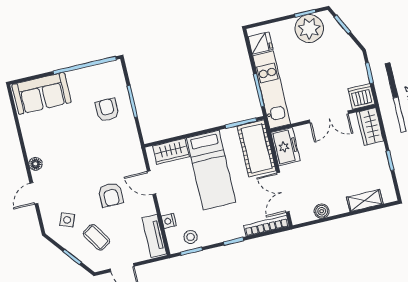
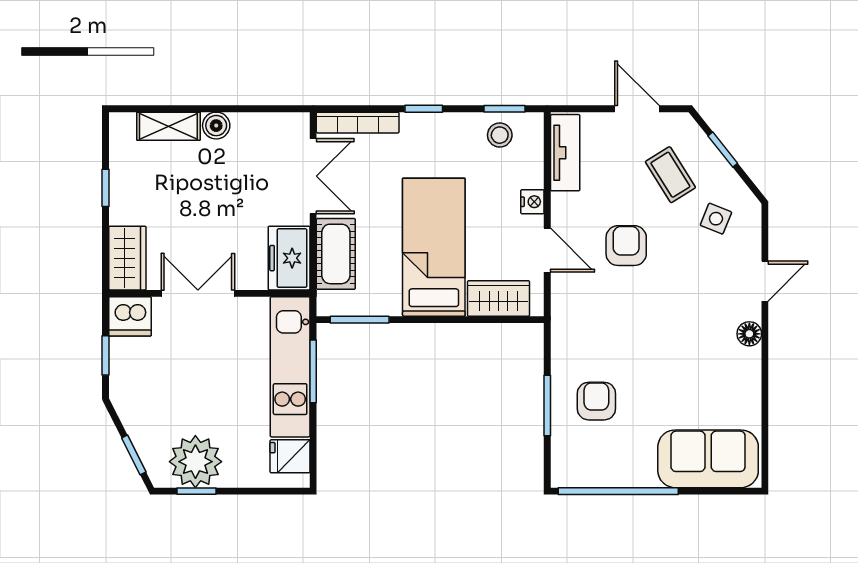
armchair: (107, 110) -> (596, 401), turned 180
cot: (256, 148) -> (336, 254), width x0.73, depth x0.75
boiler: (322, 211) -> (216, 126), moved
nightstand: (169, 221) -> (532, 202), moved

